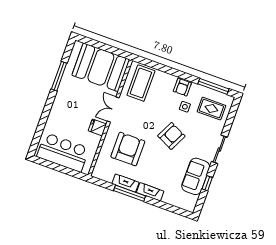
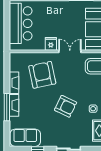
armchair: (128, 149) -> (42, 75), turned -102
sofa: (196, 176) -> (25, 138), moved
window: (130, 193) -> (7, 107), moved

